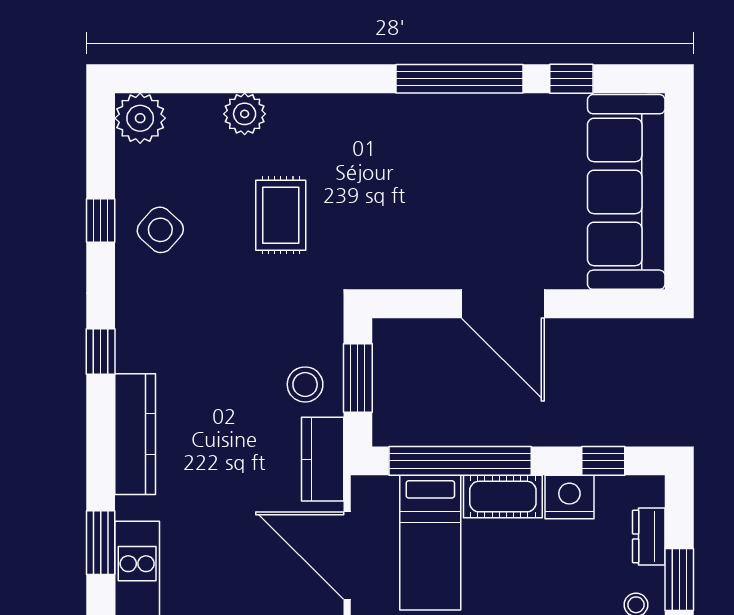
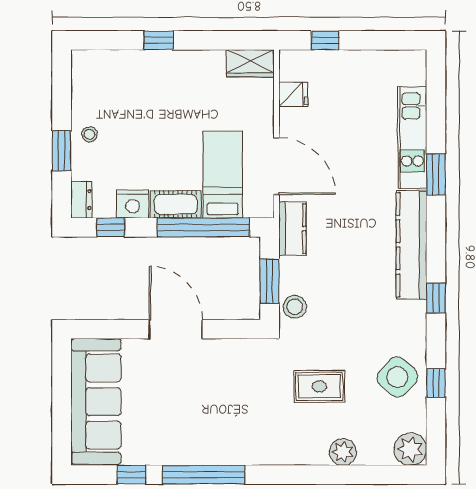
rug: (281, 215) -> (319, 386), turned 90
side table: (160, 230) -> (397, 377), width x1.37, depth x1.37
stool: (305, 384) -> (295, 307), moved
kitchen counter: (135, 434) -> (411, 245), width x1.39, depth x1.17
dresser: (649, 536) -> (81, 200), moved

